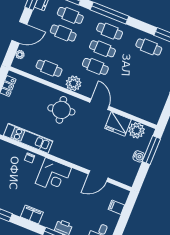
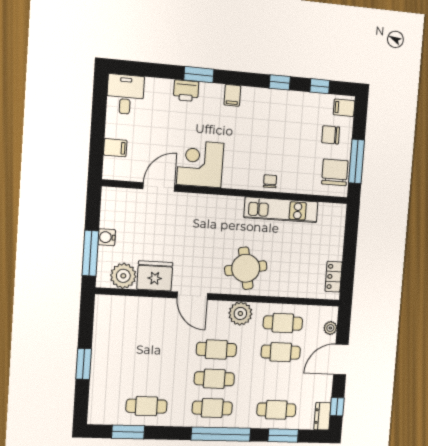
cafe table: (63, 33) -> (281, 352), moved
corner desk: (53, 176) -> (200, 164), moved
filing cabinet: (32, 215) -> (232, 95), width x0.50

